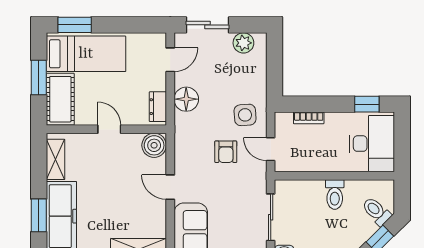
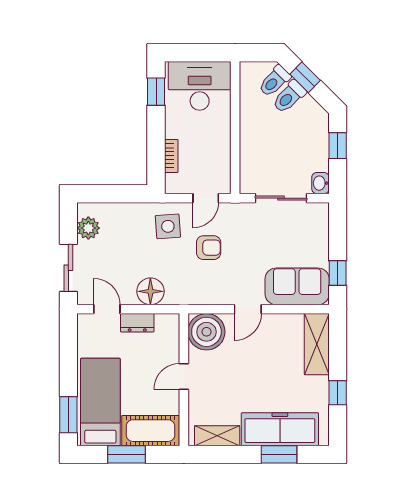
dresser: (158, 107) -> (137, 323), moved
boiler: (154, 145) -> (206, 332), width x1.37, depth x1.37
toilet: (335, 194) -> (289, 97), moved, turned 135

